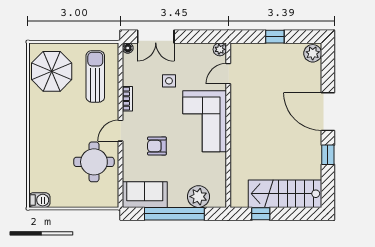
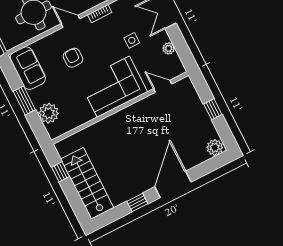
plant: (220, 49) -> (169, 48), moved
window: (174, 214) -> (24, 101), width x0.47

